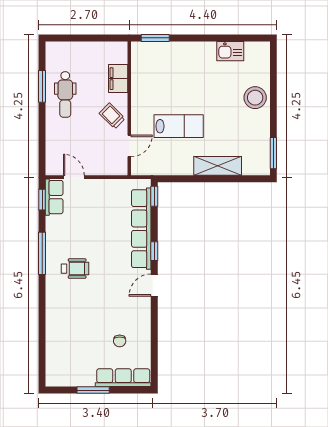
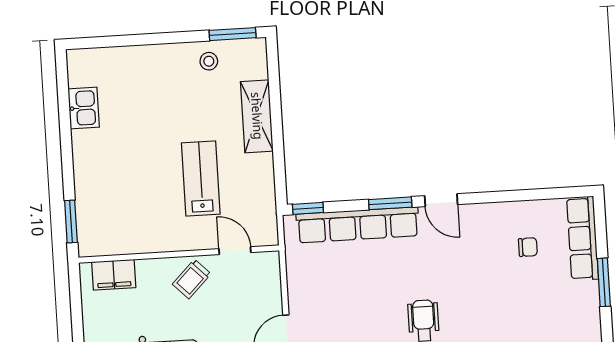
filing cabinet: (118, 79) -> (114, 275), moved
stool: (255, 98) -> (209, 61), moved, width x0.53, depth x0.53
window: (154, 251) -> (390, 203), width x1.50

